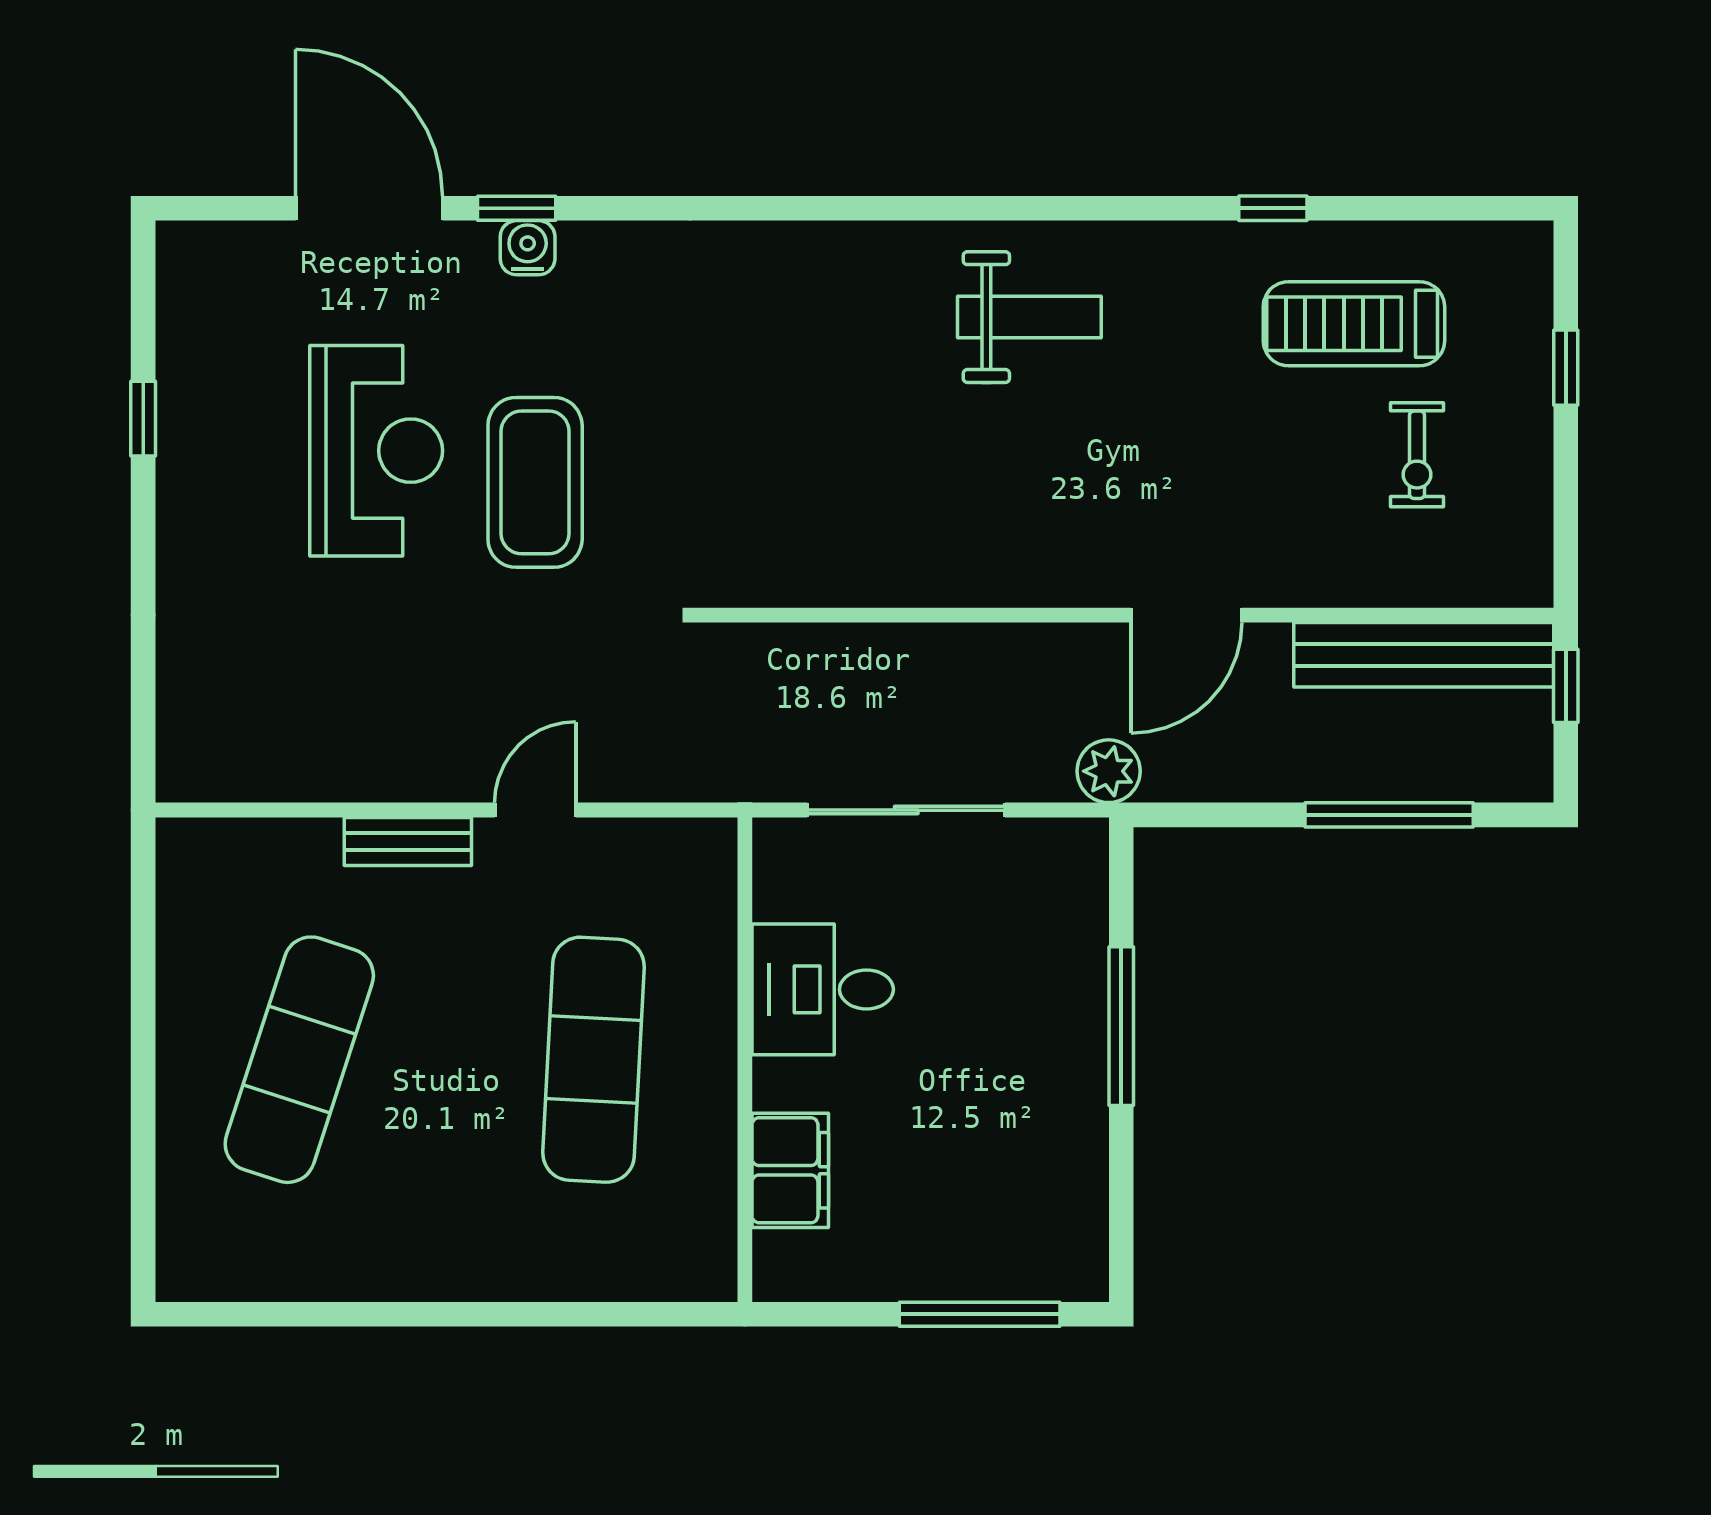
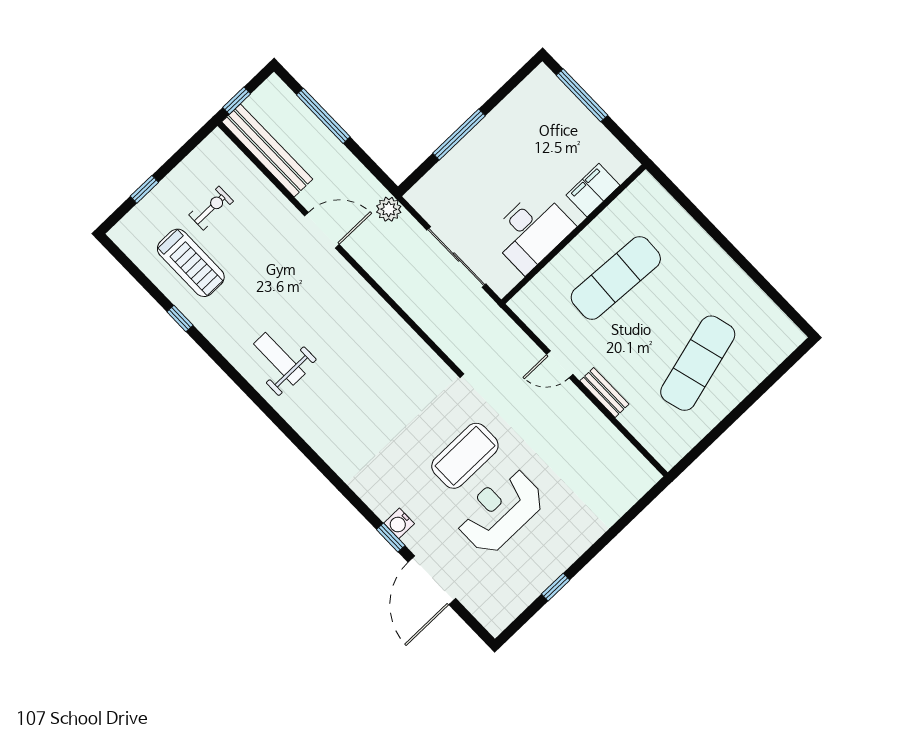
desk: (823, 989) -> (532, 231), width x1.37
exercise mat: (299, 1060) -> (698, 363), turned -33

